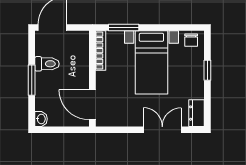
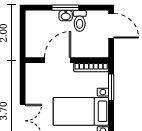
door: (92, 105) -> (58, 60), moved
washbasin: (41, 119) -> (66, 16), moved

